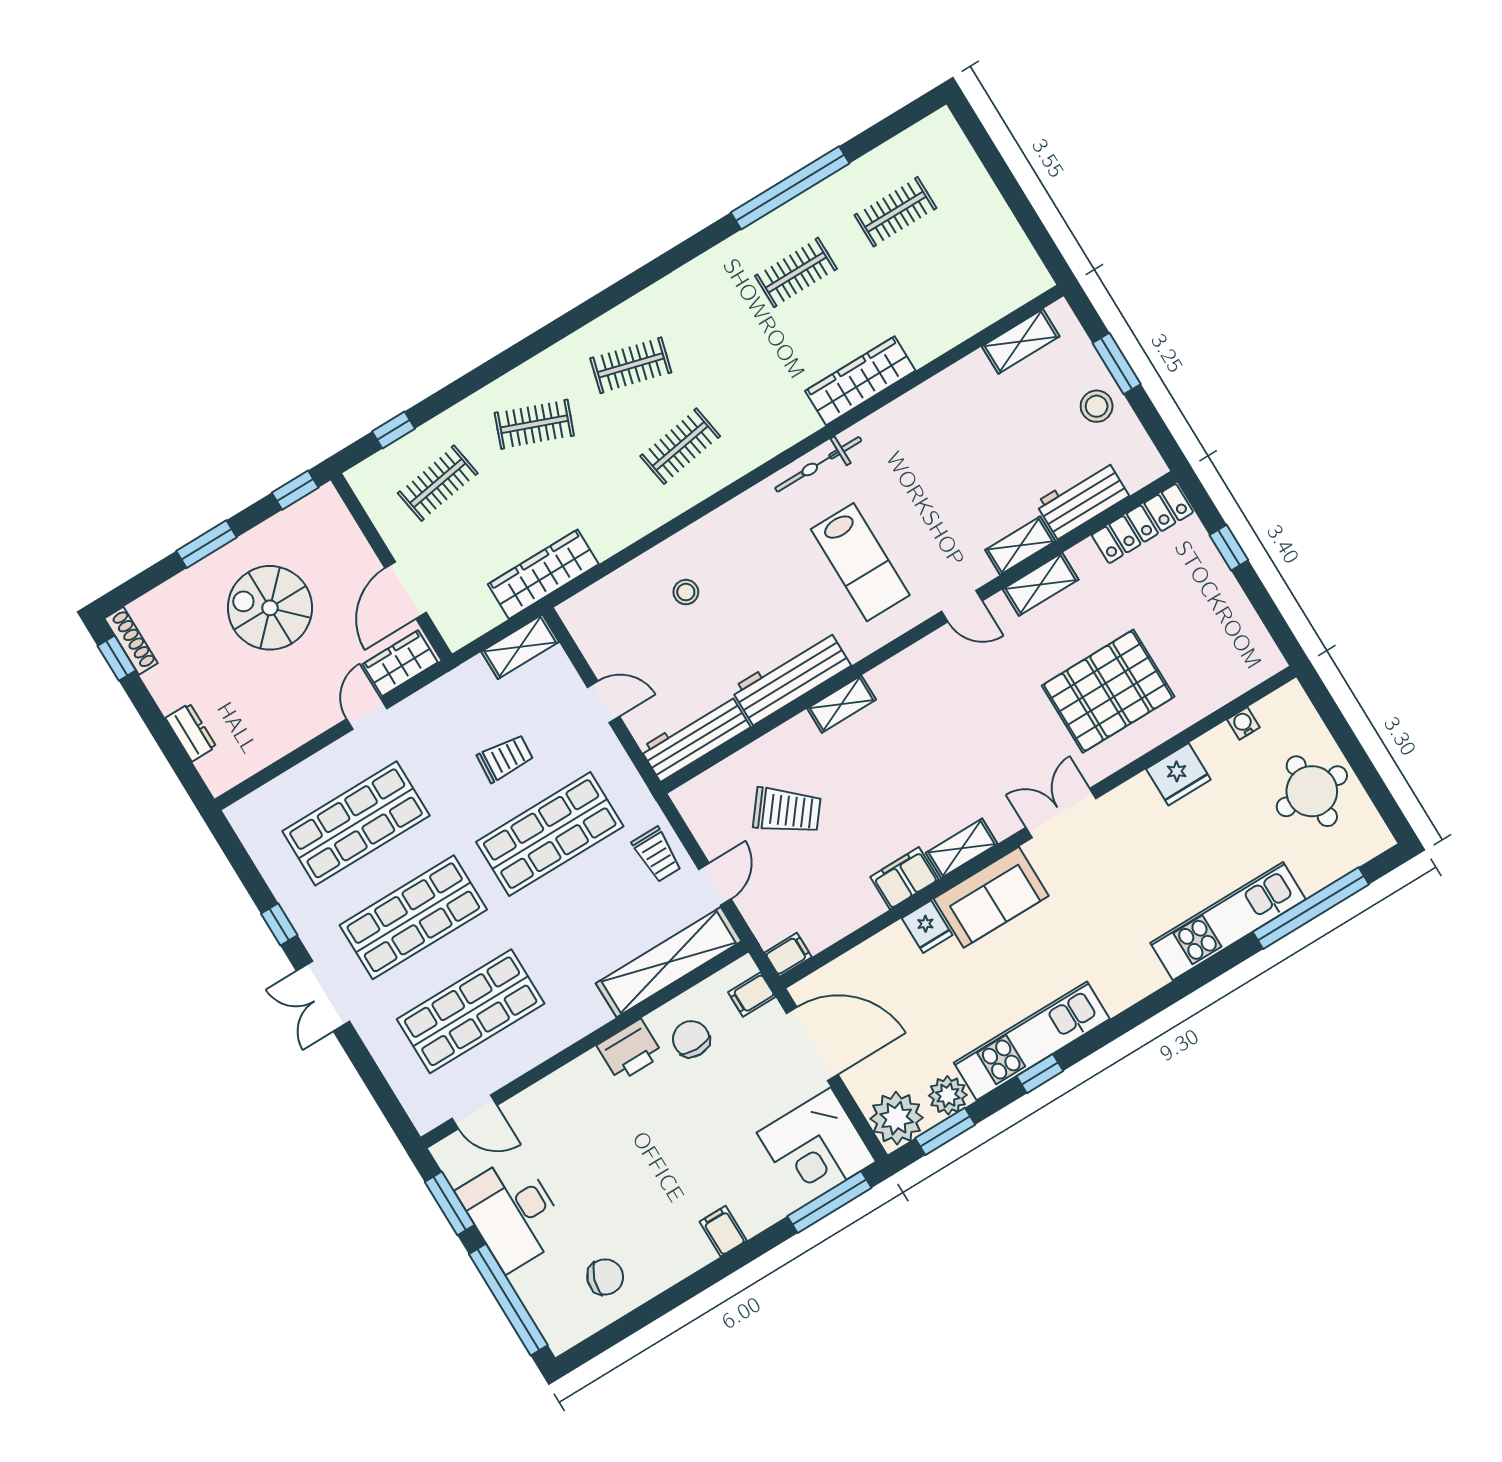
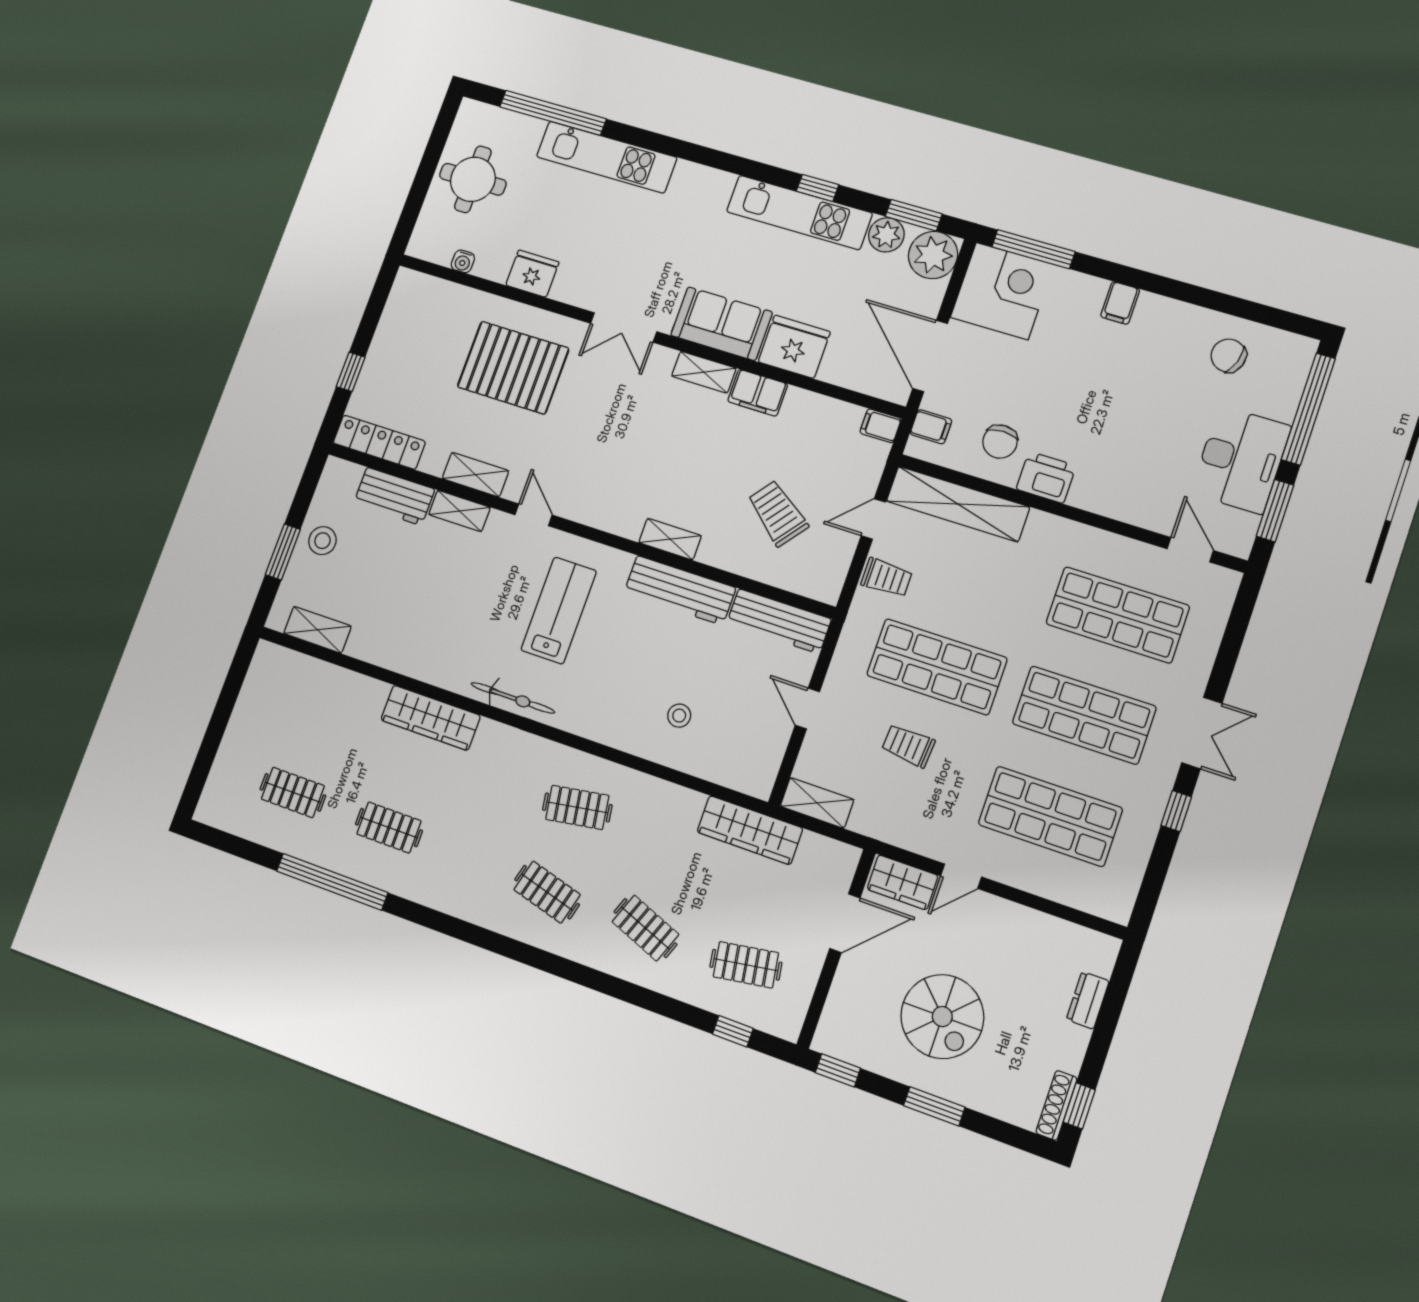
trolley: (657, 854) -> (887, 578), turned 90
fridge: (927, 927) -> (794, 347), width x1.88, depth x1.34

